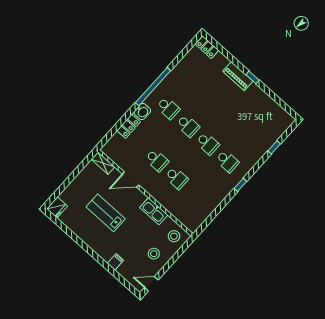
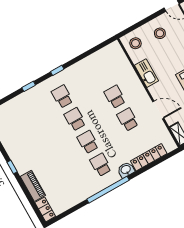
piano: (238, 76) -> (33, 186), moved
locker: (129, 126) -> (149, 157), width x1.53
window: (274, 147) -> (29, 86), moved

